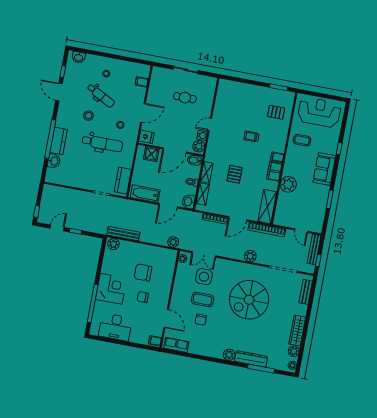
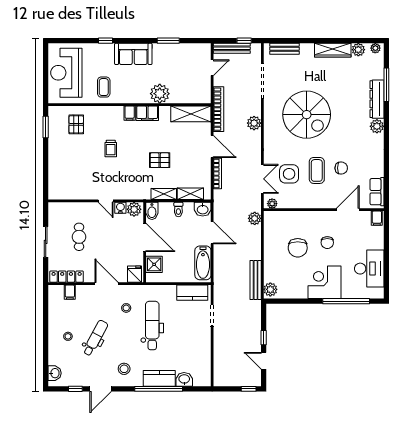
locker: (155, 82) -> (67, 277), added
stool: (88, 116) -> (124, 369), moved

